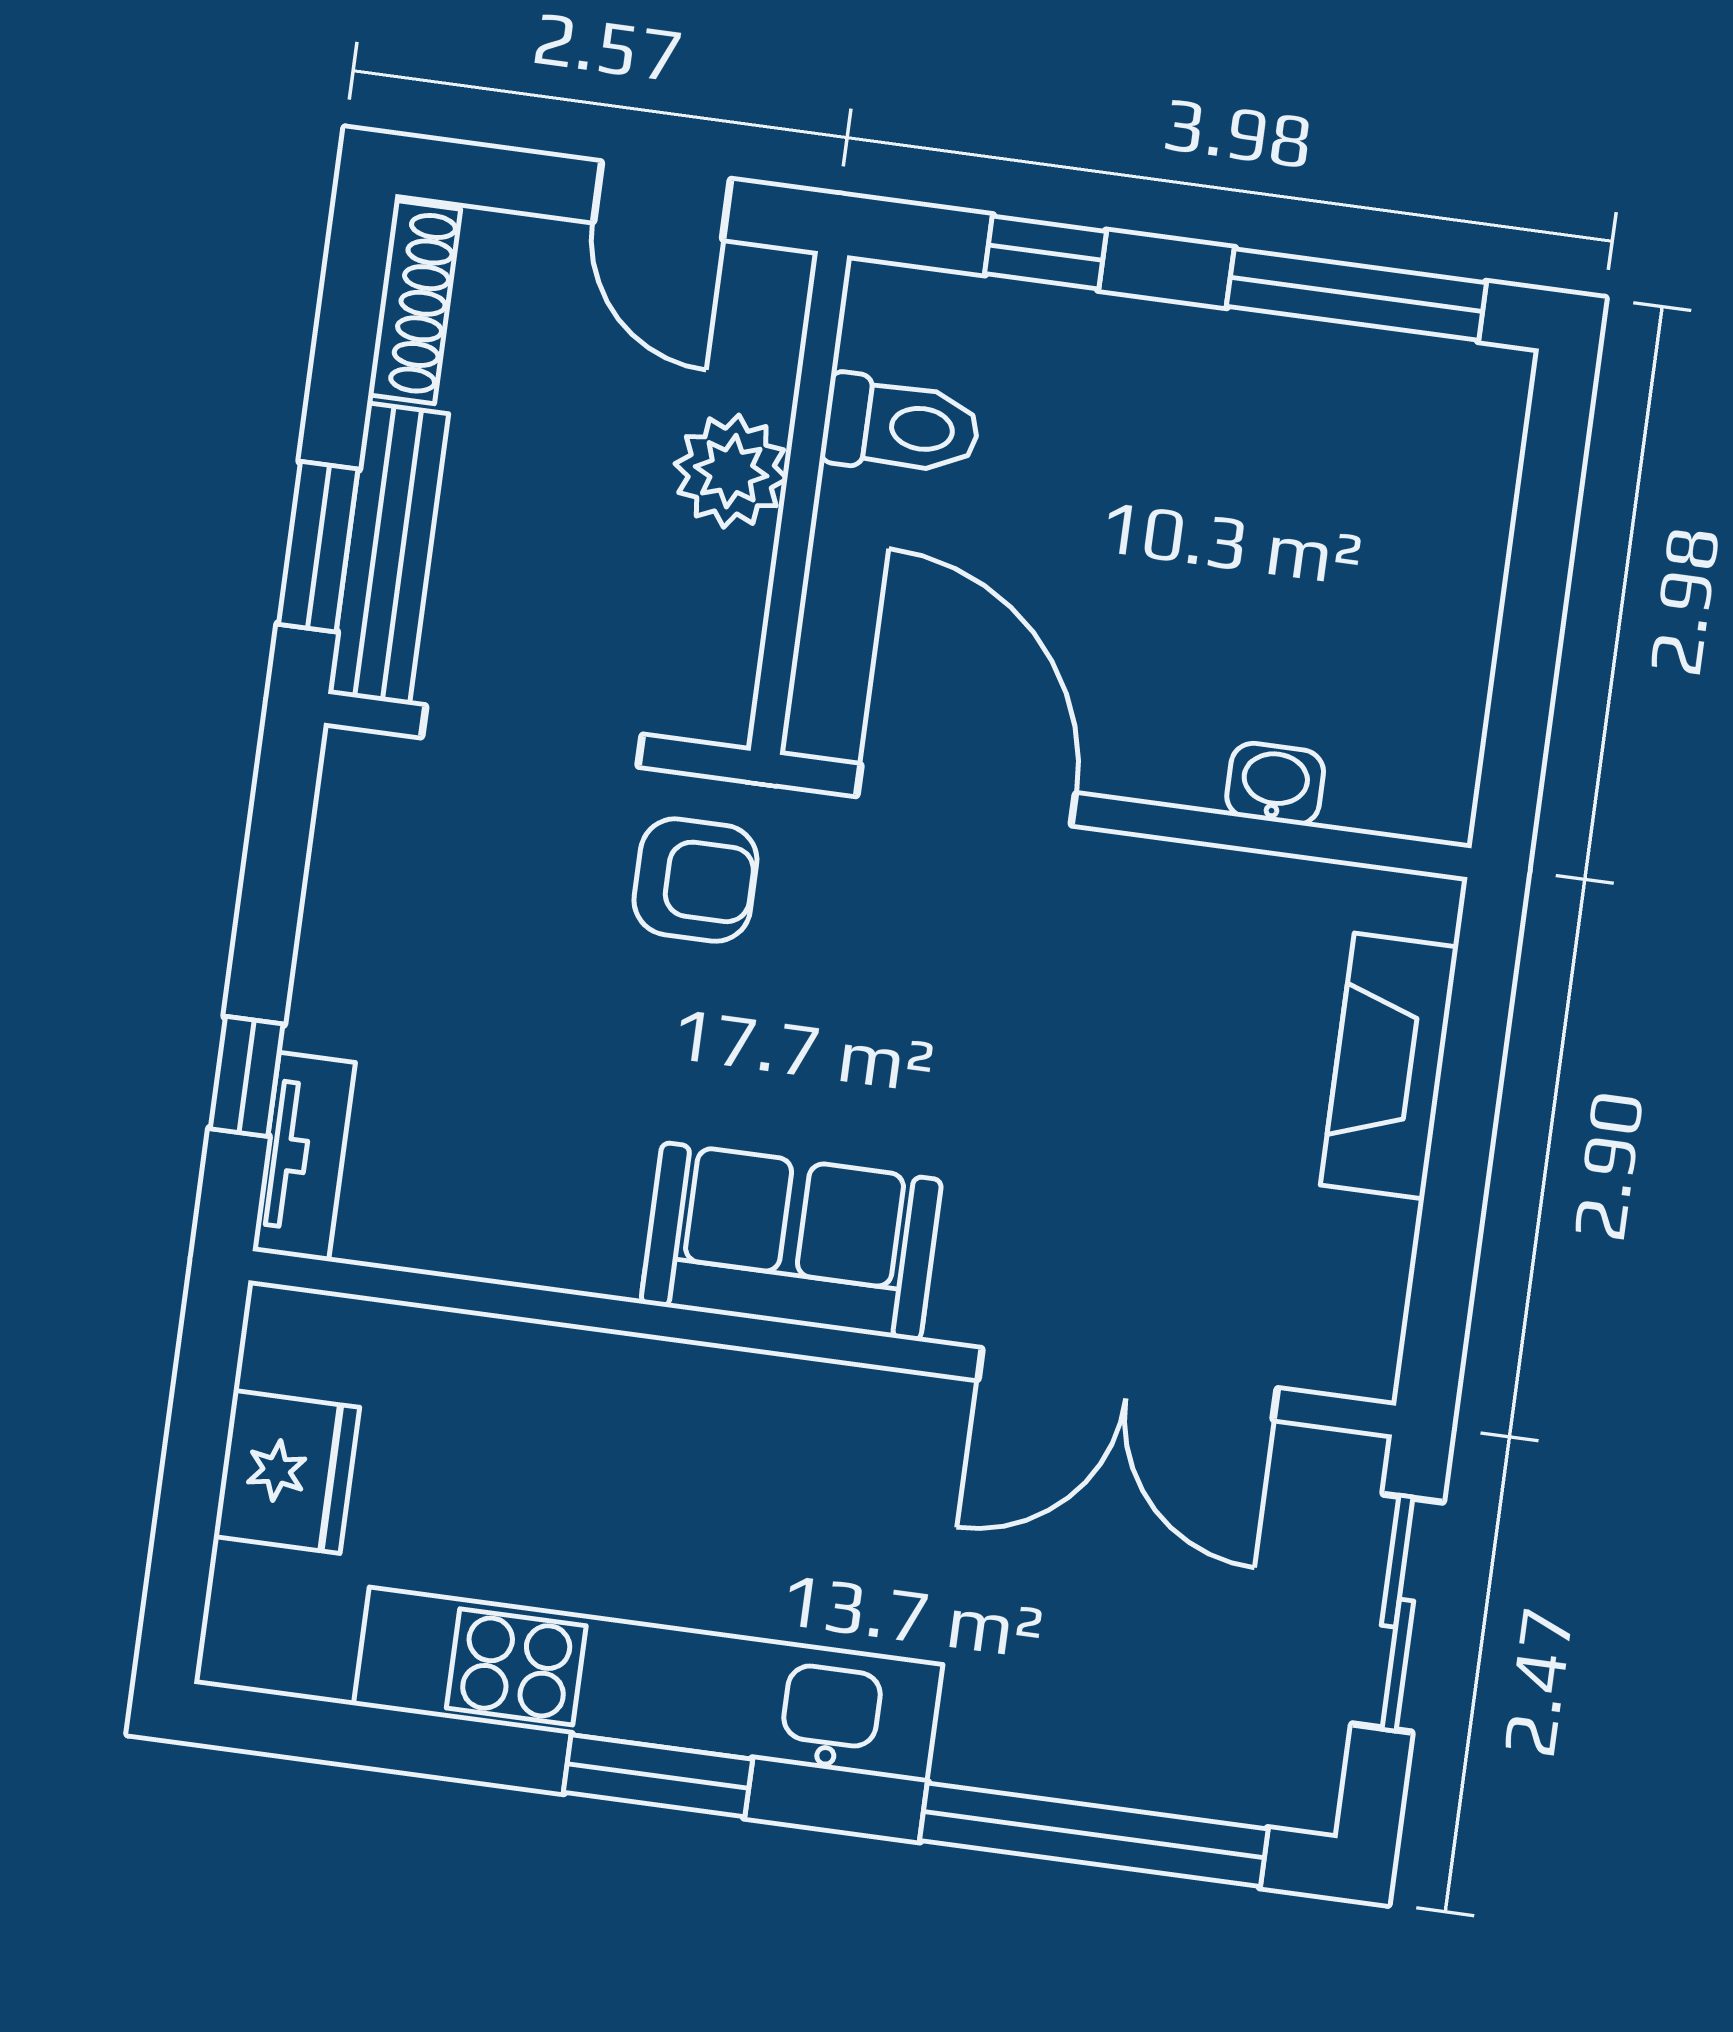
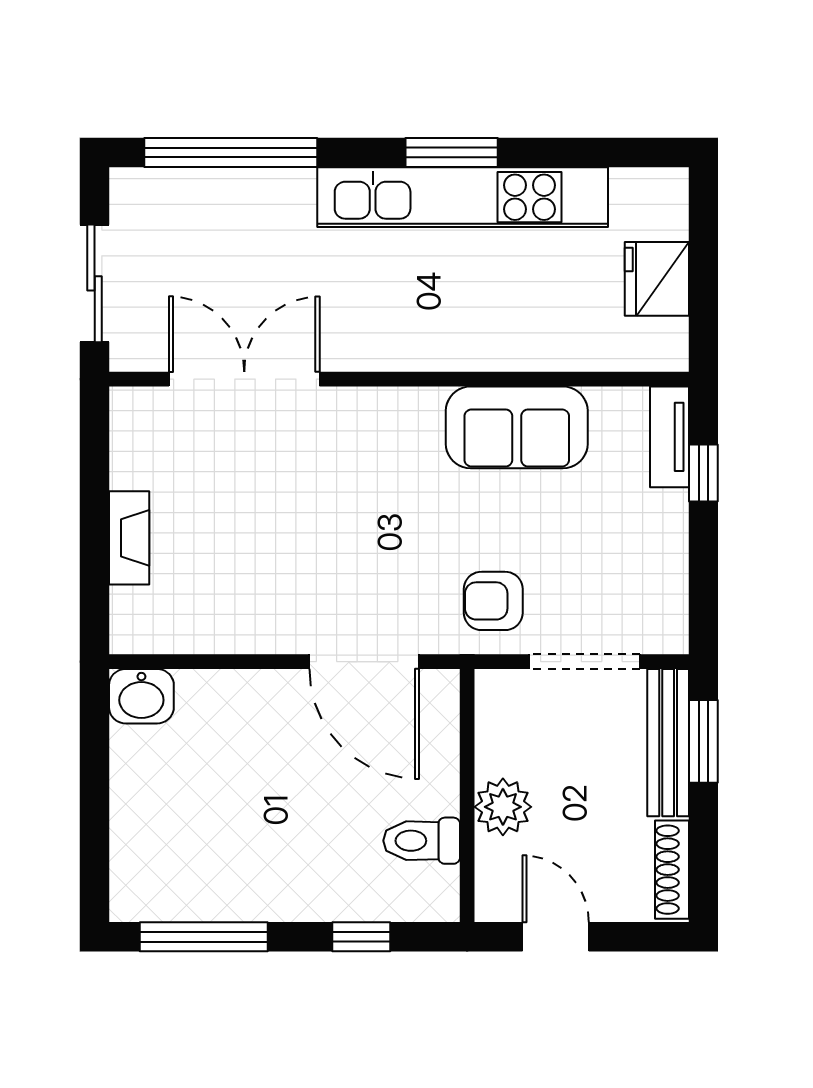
washbasin: (1275, 784) -> (141, 696), moved, width x1.38, depth x1.45
fireplace: (1389, 1066) -> (129, 538), width x0.73, depth x0.76
sofa: (791, 1242) -> (517, 427), moved

